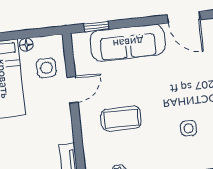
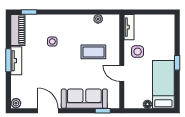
side table: (46, 68) -> (138, 52), moved
door: (73, 90) -> (122, 73), hinge flipped

